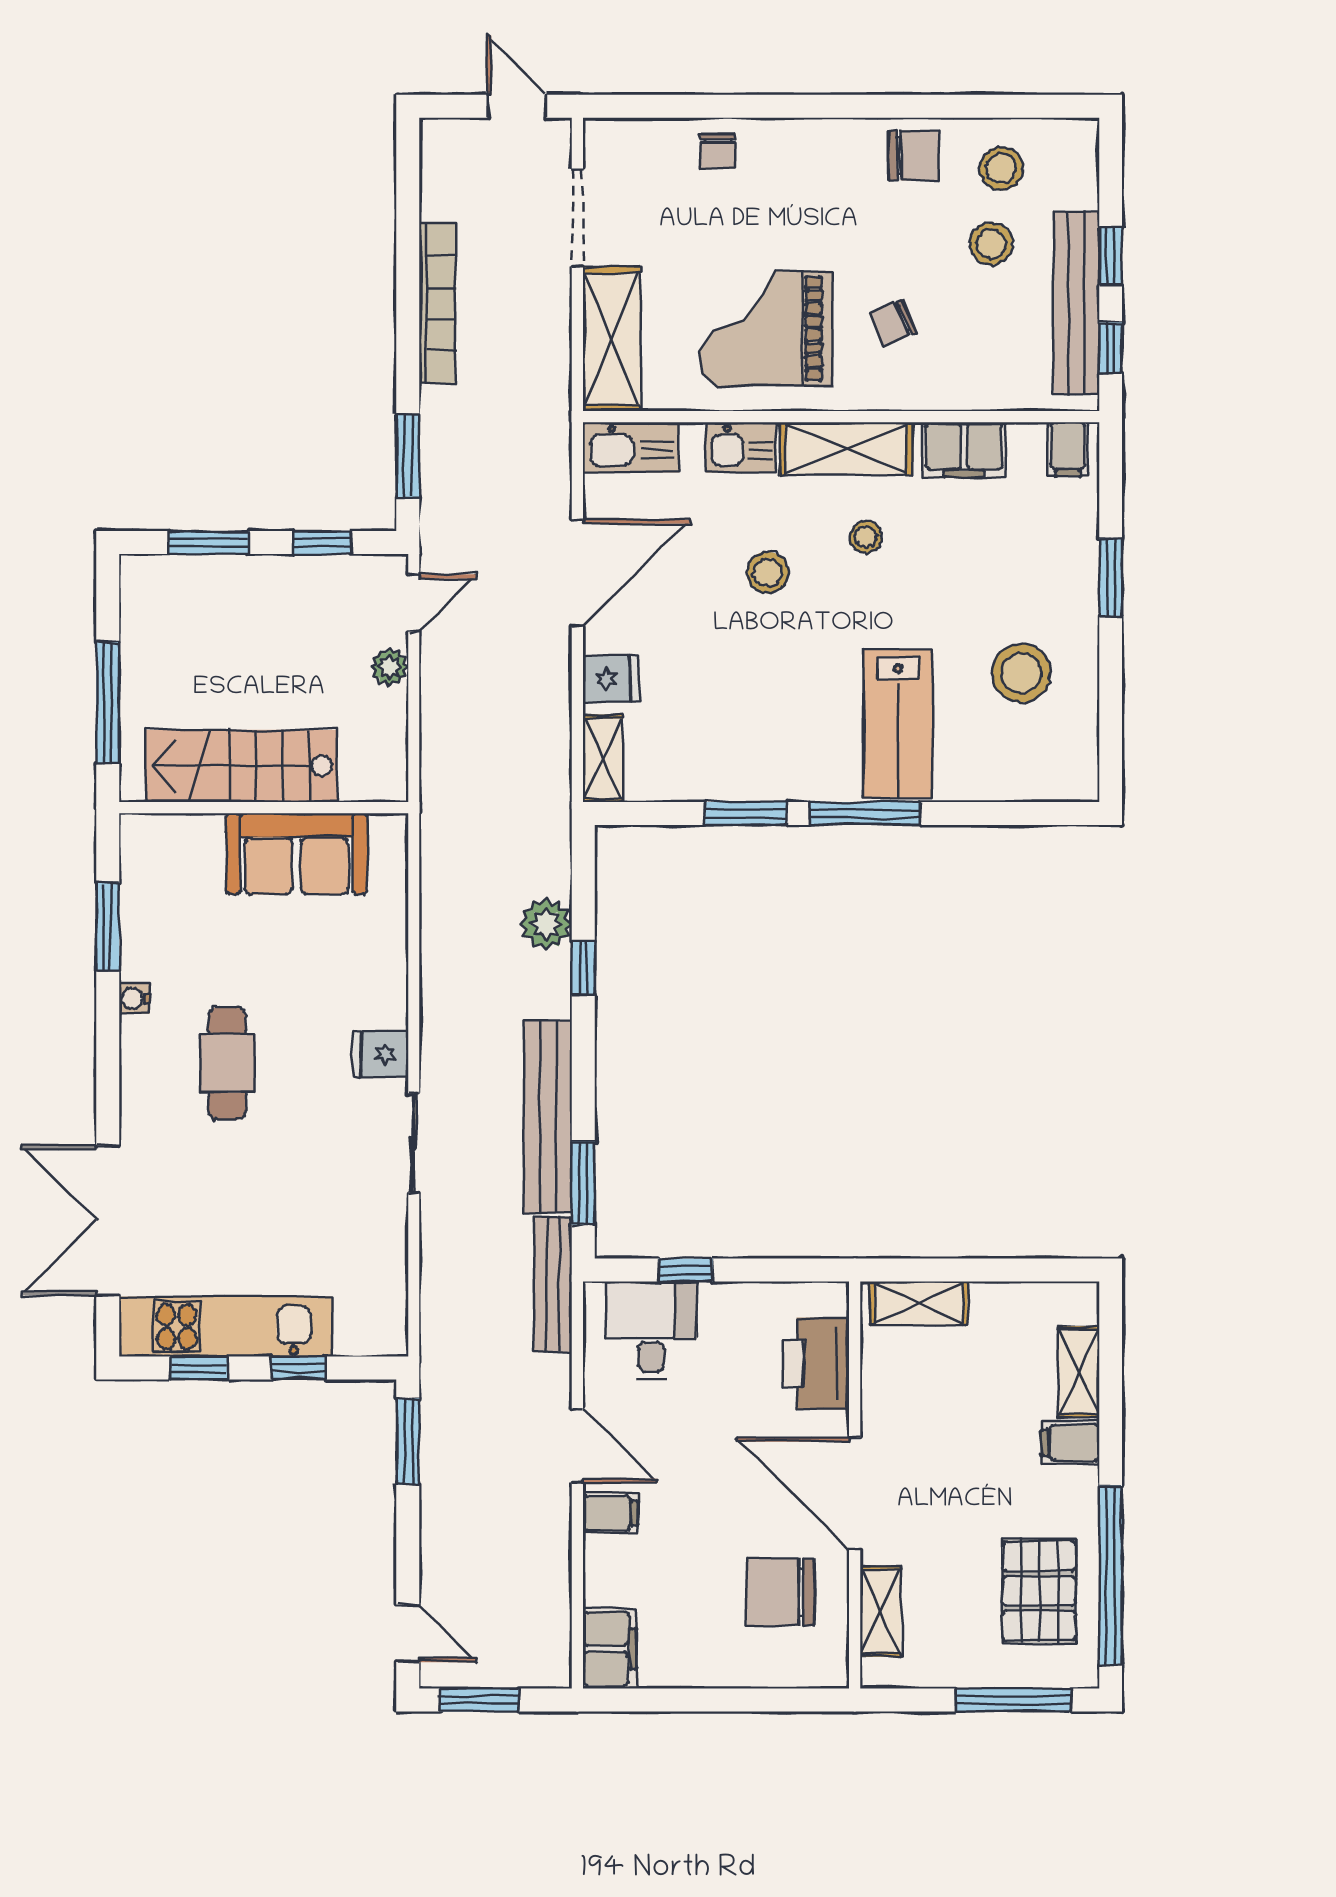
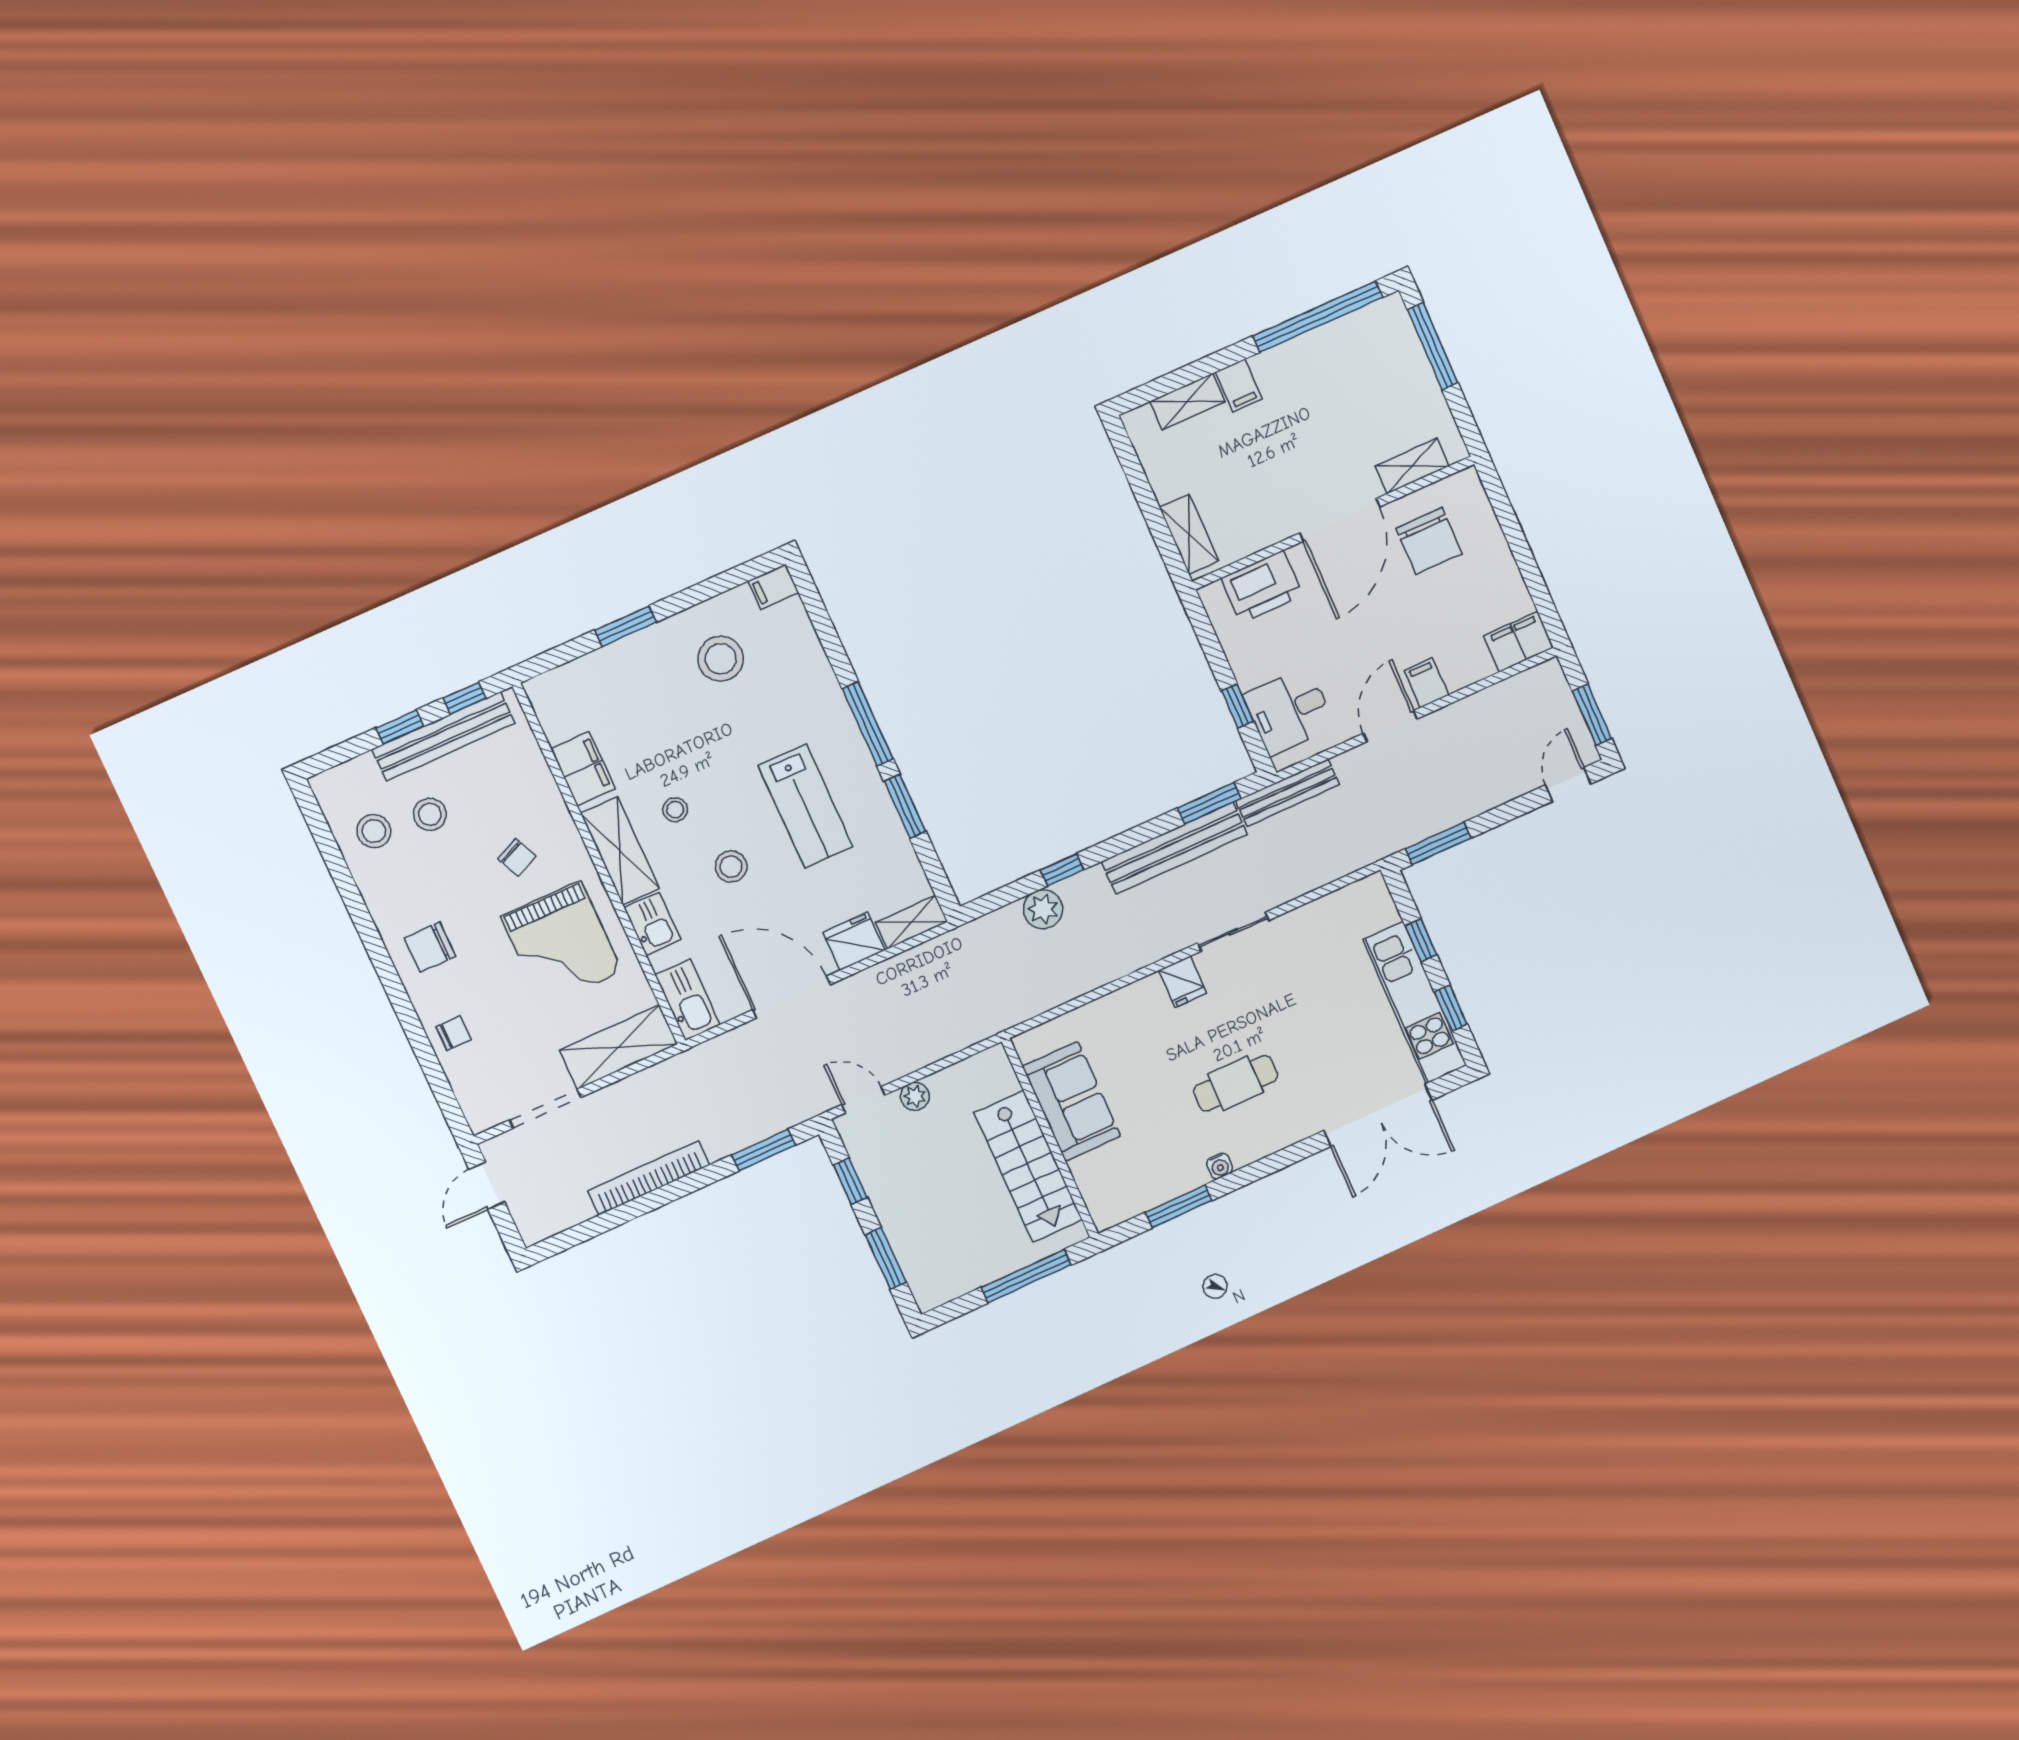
chair: (914, 156) -> (430, 947), moved, turned -90
filing cabinet: (1068, 449) -> (773, 587), moved, turned 180
fridge: (611, 679) -> (854, 941), width x1.38
lab bench: (898, 724) -> (806, 806), moved, turned 90
pallet: (1039, 1591) -> (1350, 362), removed

